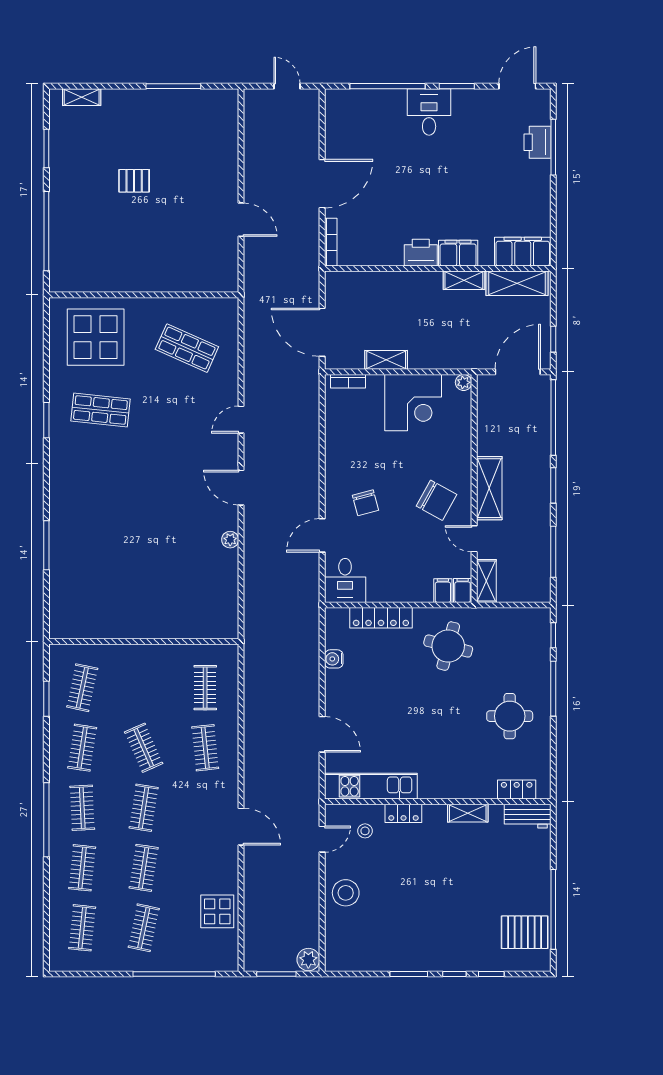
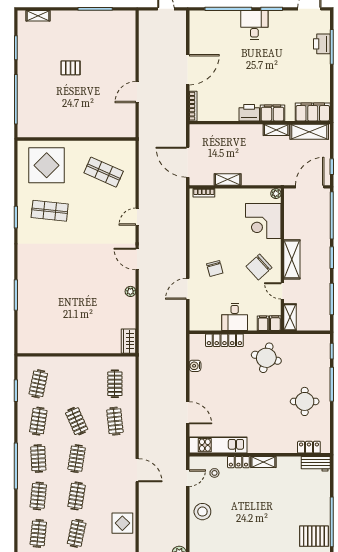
door: (241, 220) -> (137, 92), swing flipped
corner desk: (413, 403) -> (263, 221), moved, turned 90
chair: (436, 500) -> (259, 267), turned 109
desk: (345, 580) -> (235, 317), moved
wardrobe: (227, 619) -> (129, 341), added
shelving: (468, 813) -> (263, 462), moved

